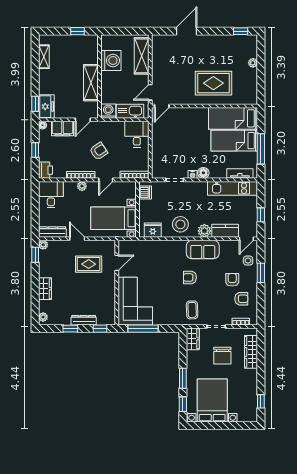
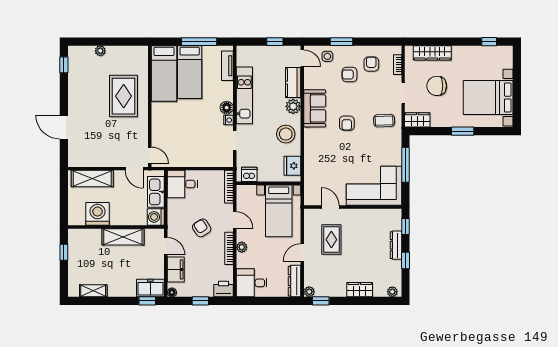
kitchen unit: (233, 188) -> (244, 95), moved
window: (143, 329) -> (406, 165), moved
chair: (222, 356) -> (437, 86), turned 180
window: (183, 404) -> (493, 131), removed

